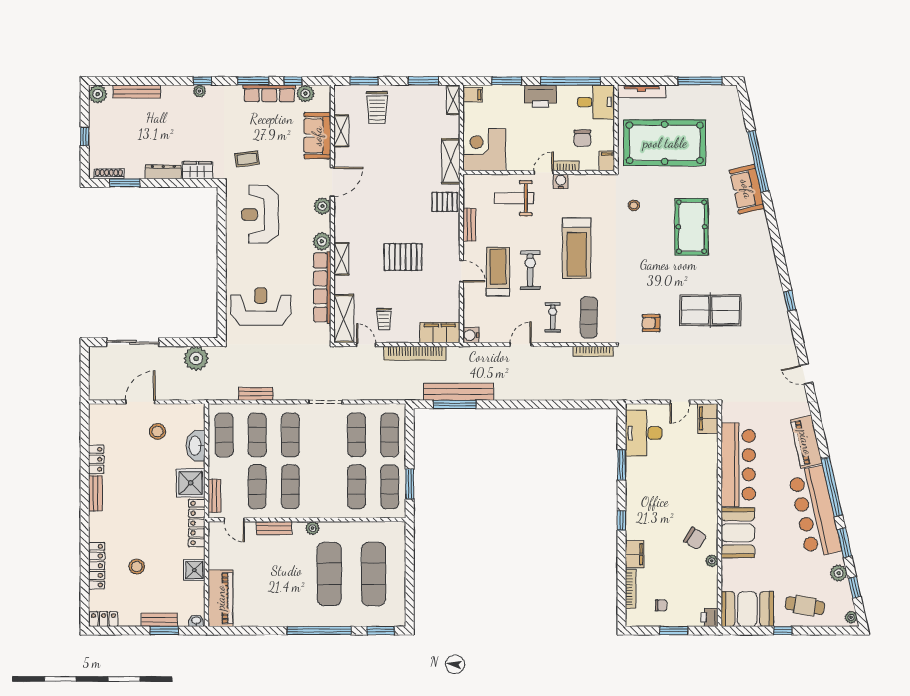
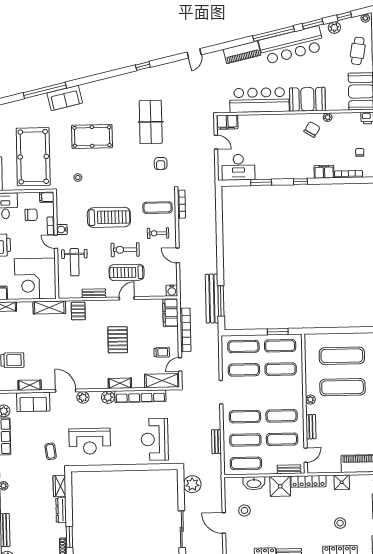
corner desk: (484, 150) -> (35, 279), width x1.36, depth x1.36

